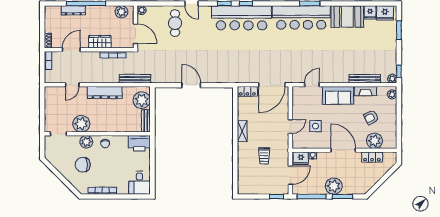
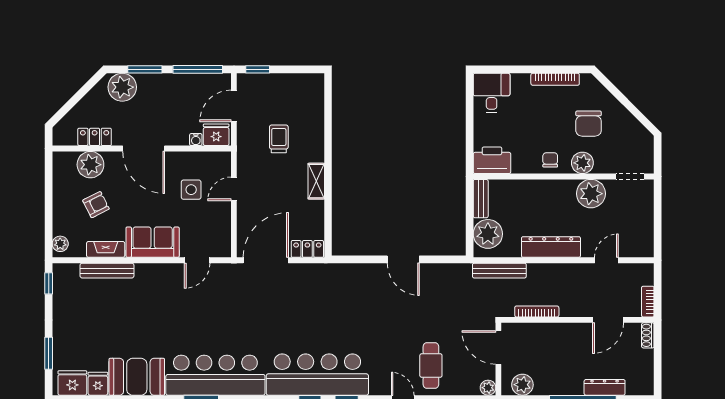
wardrobe: (100, 42) -> (559, 334), removed
plant: (392, 79) -> (60, 271), removed
chair: (83, 165) -> (589, 124), turned 91
plant: (334, 186) -> (122, 87), moved

